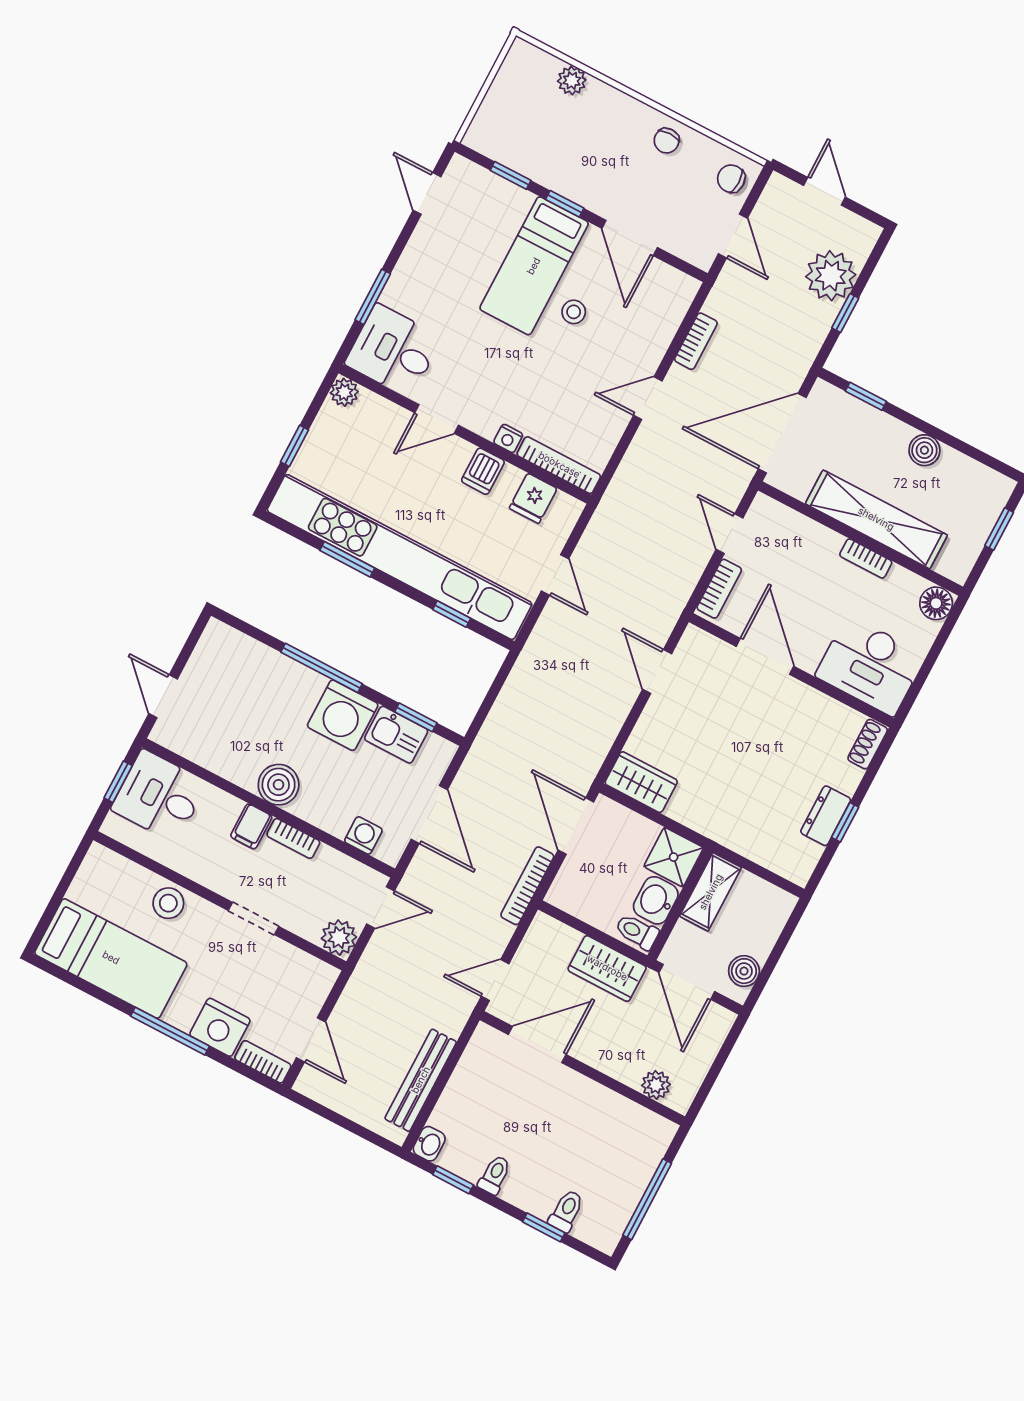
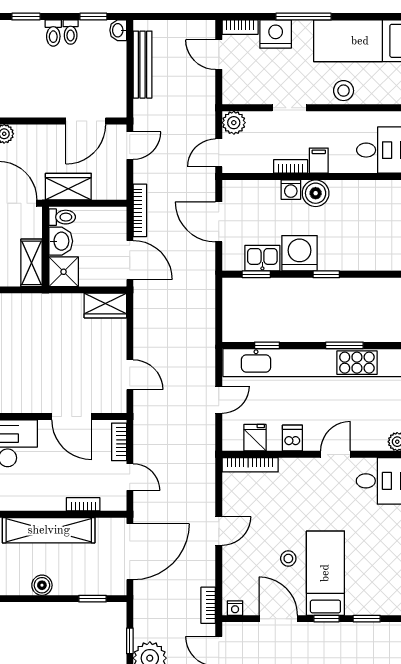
bookcase: (696, 341) -> (208, 605), moved
nightstand: (508, 438) -> (235, 608), moved, turned 180
bookcase: (866, 558) -> (83, 504), moved
door: (555, 575) -> (219, 400), swing flipped
window: (322, 668) -> (326, 274), width x0.46
washing machine: (363, 835) -> (291, 190), moved
toilet: (566, 1211) -> (53, 33), moved

